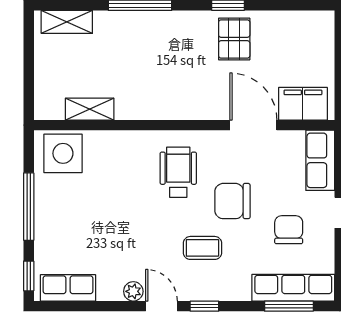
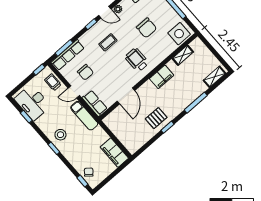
pallet: (234, 39) -> (156, 118), turned 90
filing cabinet: (303, 104) -> (162, 77), moved
door: (253, 125) -> (126, 96), hinge flipped
wheelchair: (178, 172) -> (137, 60), turned 180
chair: (232, 201) -> (146, 28), moved, turned 90

